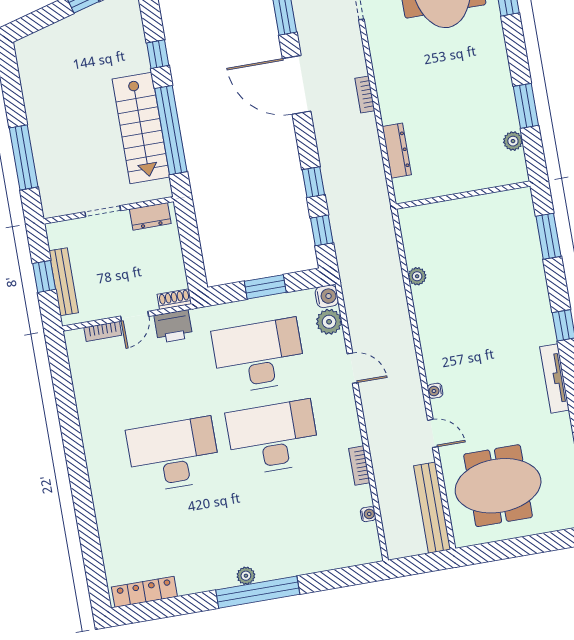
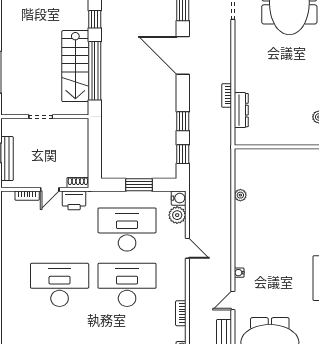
bookcase: (365, 95) -> (227, 95), moved
dresser: (150, 216) -> (71, 125), removed
door: (433, 433) -> (233, 300), swing flipped

